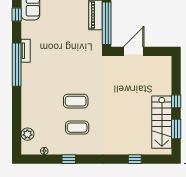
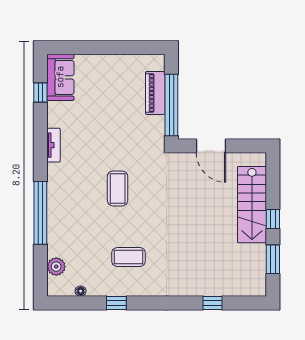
door: (134, 51) -> (211, 146), swing flipped
window: (17, 65) -> (40, 213), moved
coffee table: (76, 101) -> (118, 188), moved, turned 90
stairs: (162, 122) -> (252, 205), moved

